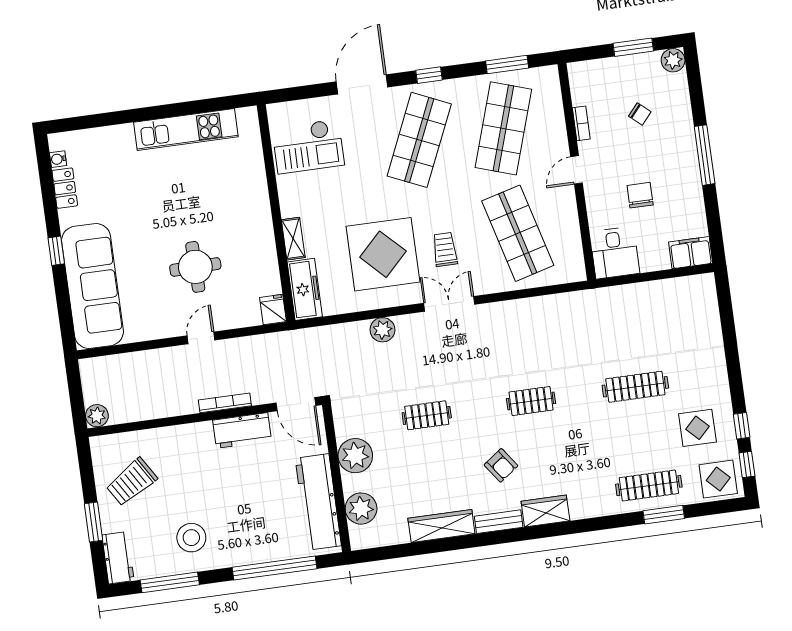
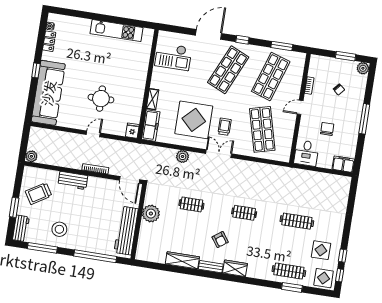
workbench: (242, 430) -> (73, 180), moved
plant: (361, 509) -> (146, 240), removed

